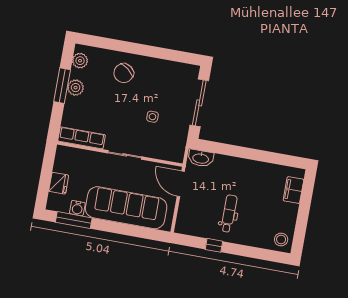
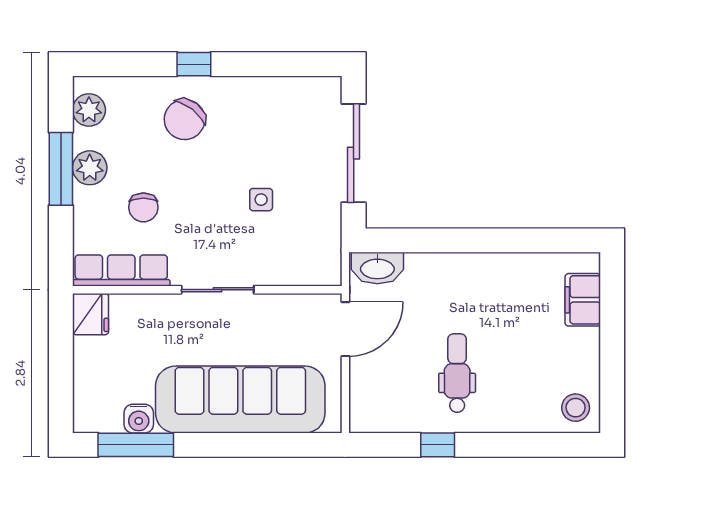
window: (133, 48) -> (194, 64), added
chair: (97, 110) -> (143, 207), added
fridge: (59, 183) -> (91, 314), moved
door: (181, 184) -> (345, 329), swing flipped

